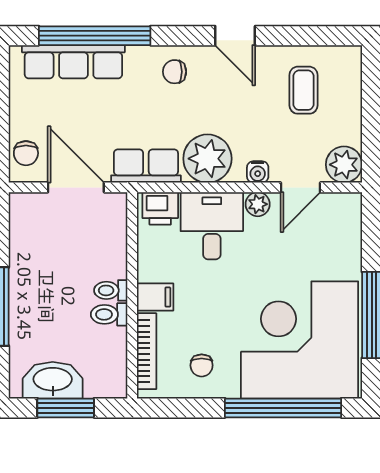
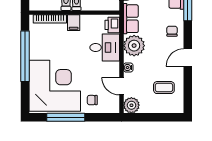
plant: (258, 204) -> (114, 68), removed
chair: (202, 365) -> (92, 100), moved
window: (283, 408) -> (25, 56), moved

